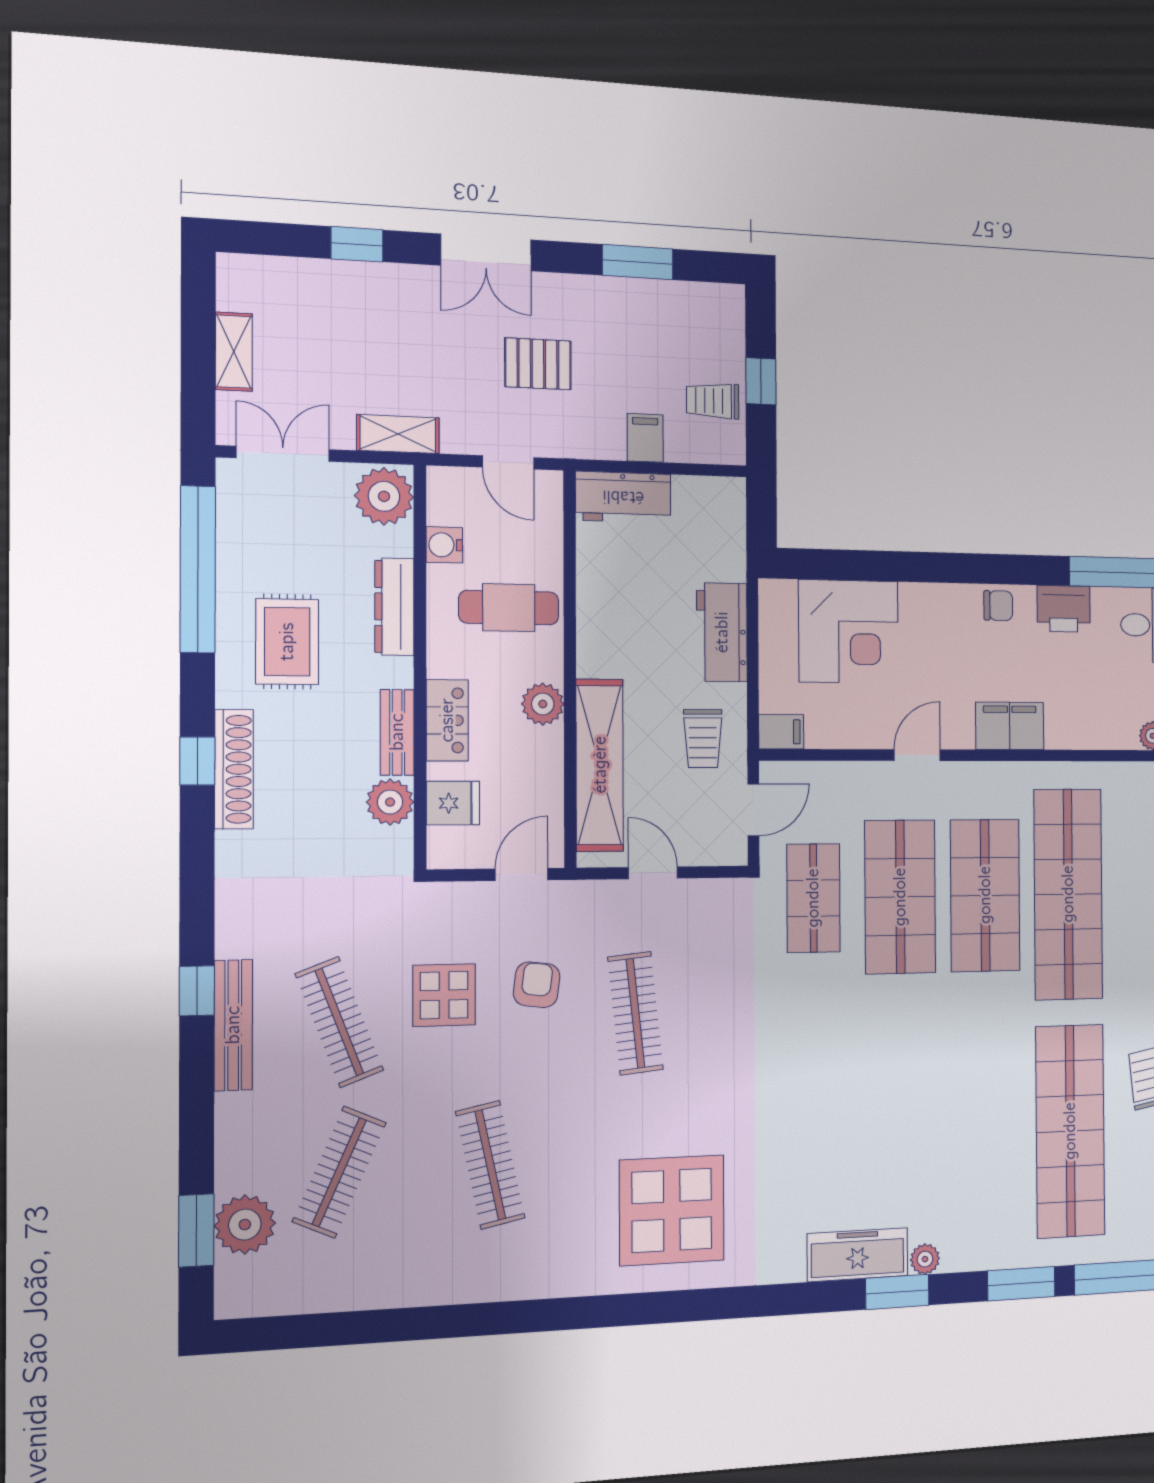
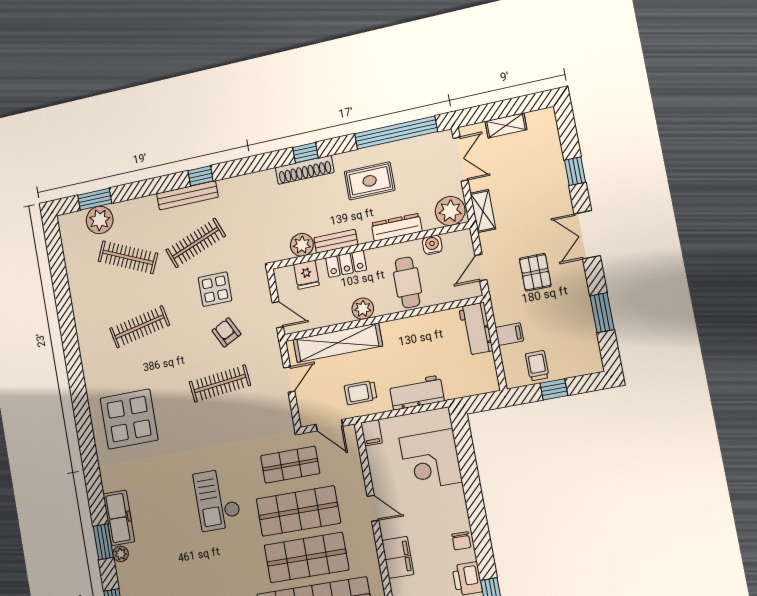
armchair: (537, 985) -> (226, 332), turned -124
checkout: (855, 1051) -> (217, 500), added

